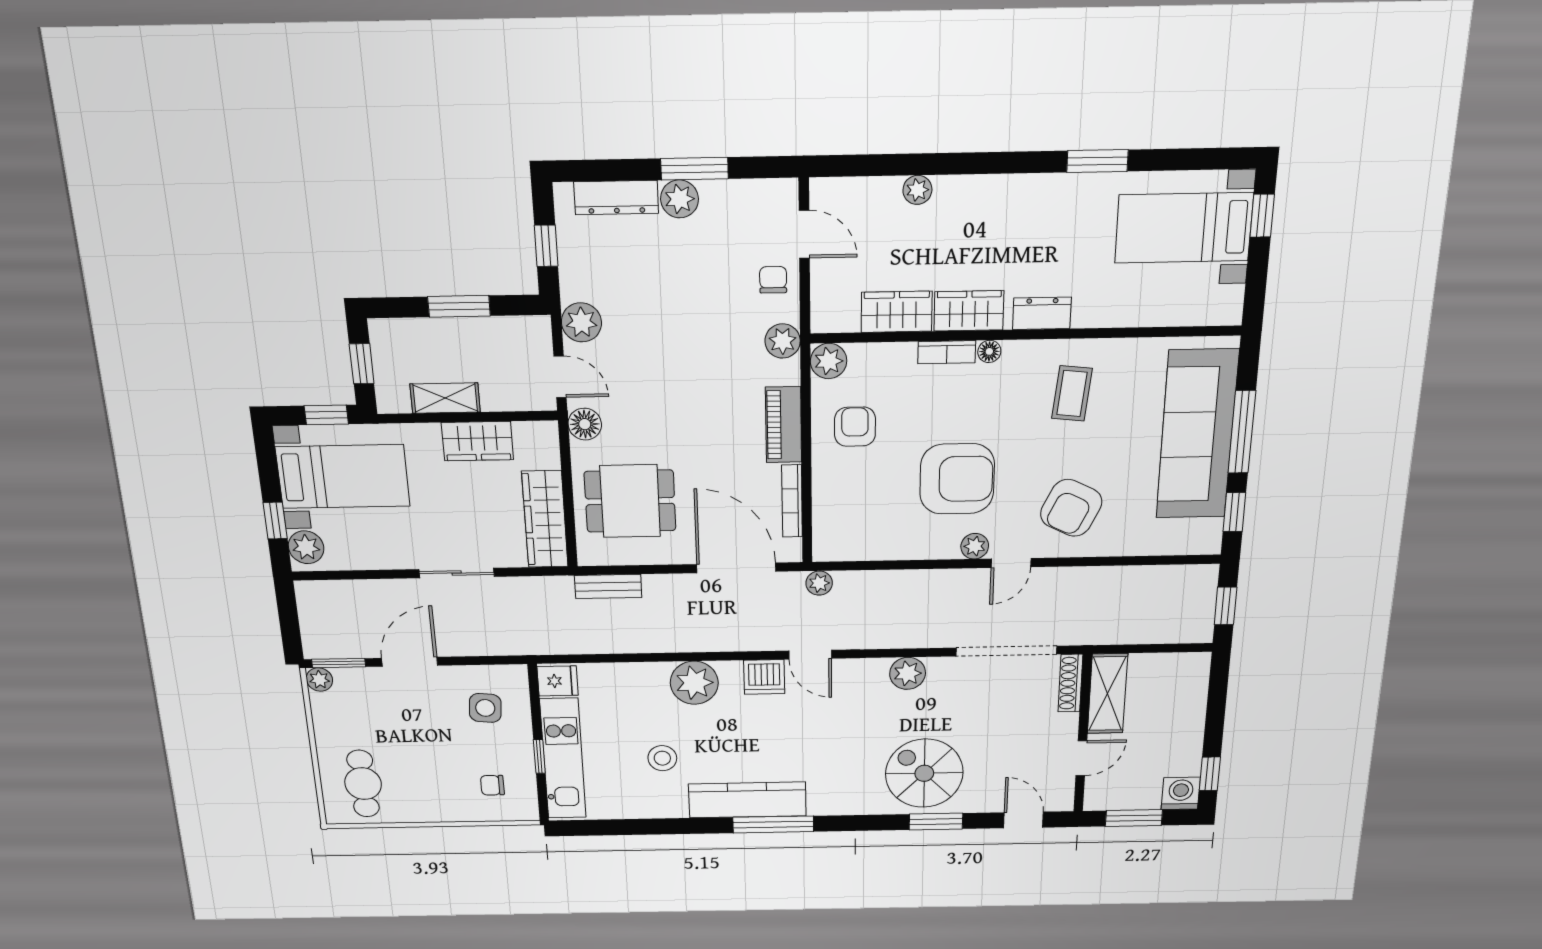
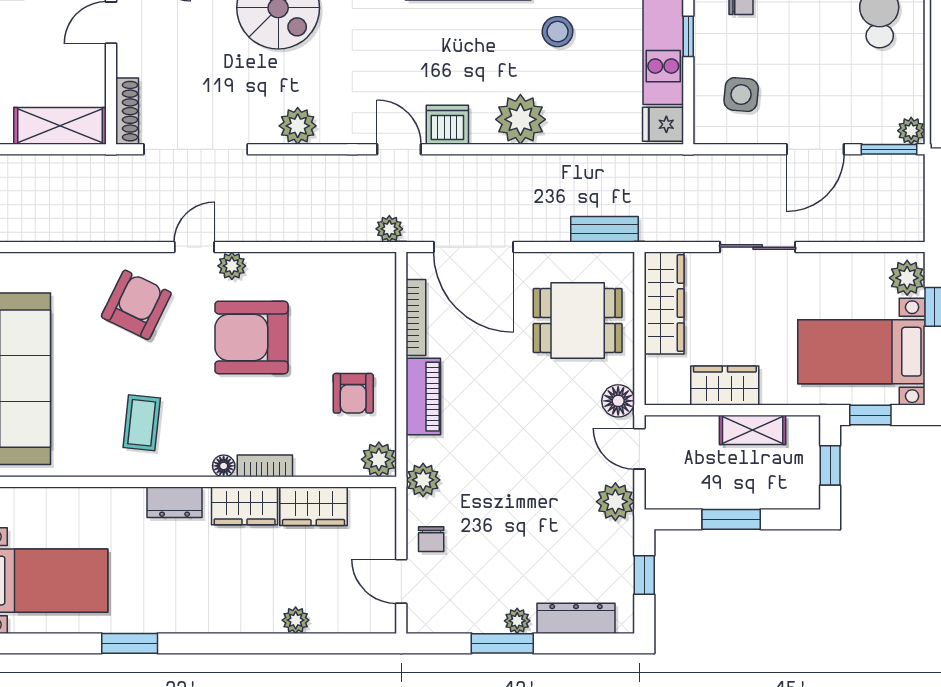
plant: (679, 199) -> (517, 621), width x0.73, depth x0.73
shelving: (1107, 694) -> (60, 126), moved, turned 90

